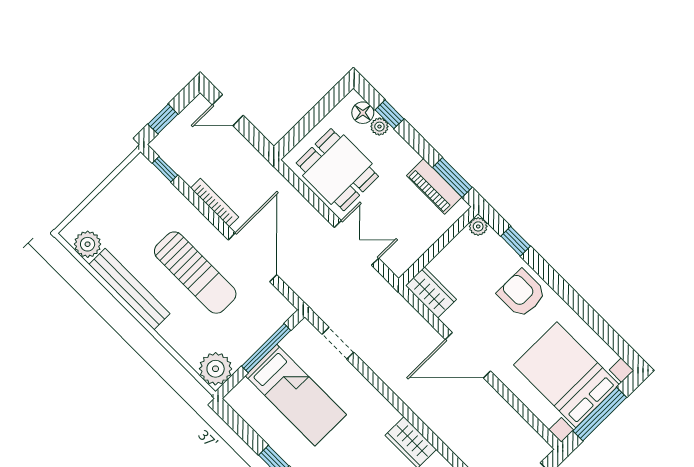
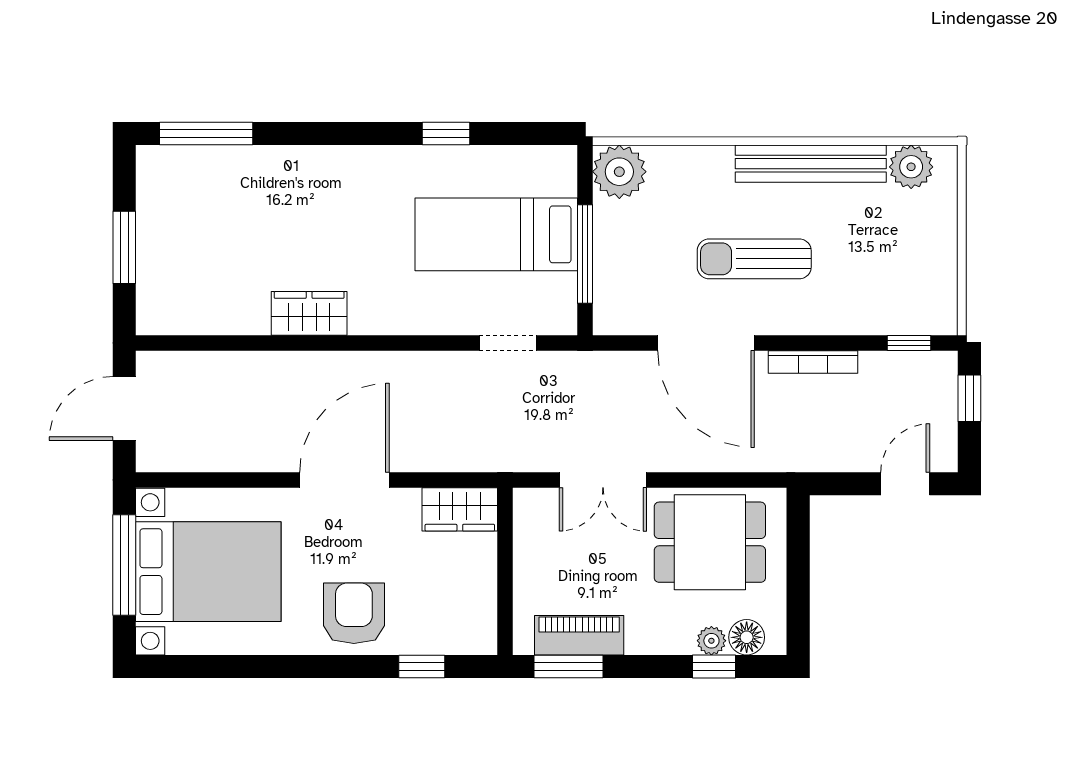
plant: (478, 226) -> (482, 640), removed
sun lounger: (195, 273) -> (754, 259), width x0.73, depth x0.75
armchair: (522, 294) -> (354, 613), turned -90

